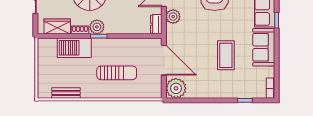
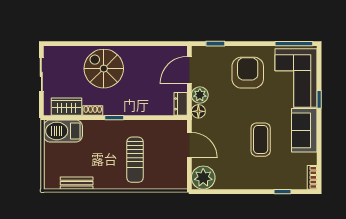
plant: (97, 27) -> (112, 107), removed
floor lamp: (172, 31) -> (198, 111), added
barbecue: (74, 48) -> (63, 131), moved
door: (164, 60) -> (189, 145), width x0.73
sun lounger: (117, 73) -> (135, 160), turned 90

